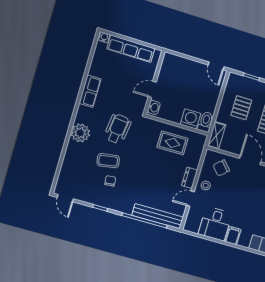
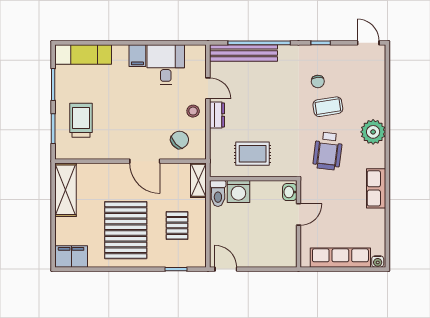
door: (190, 199) -> (208, 88), hinge flipped

